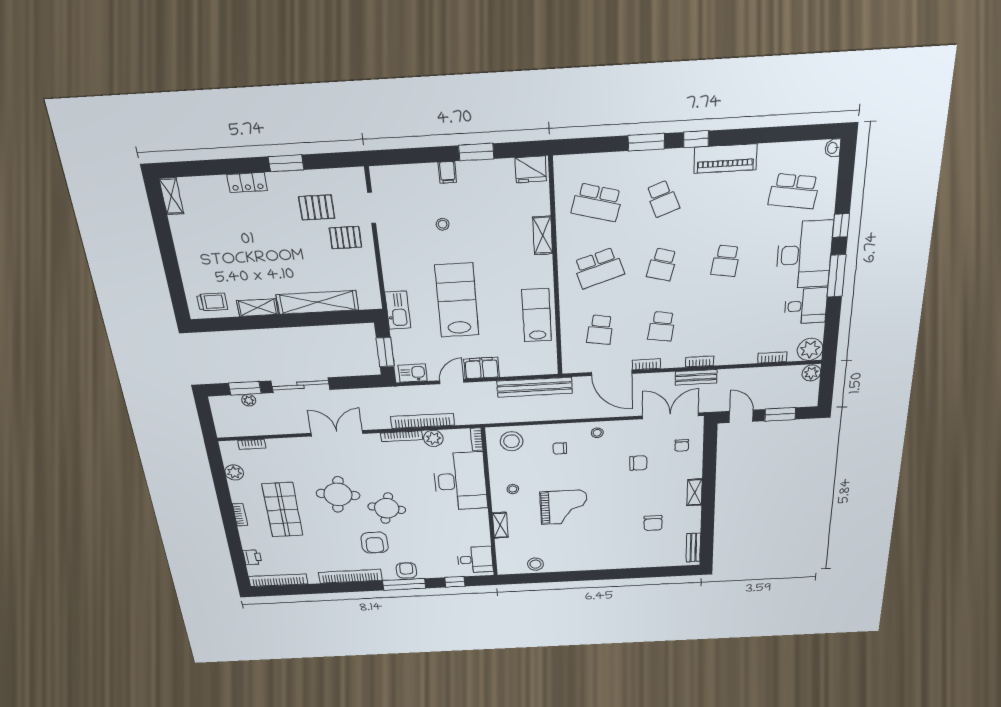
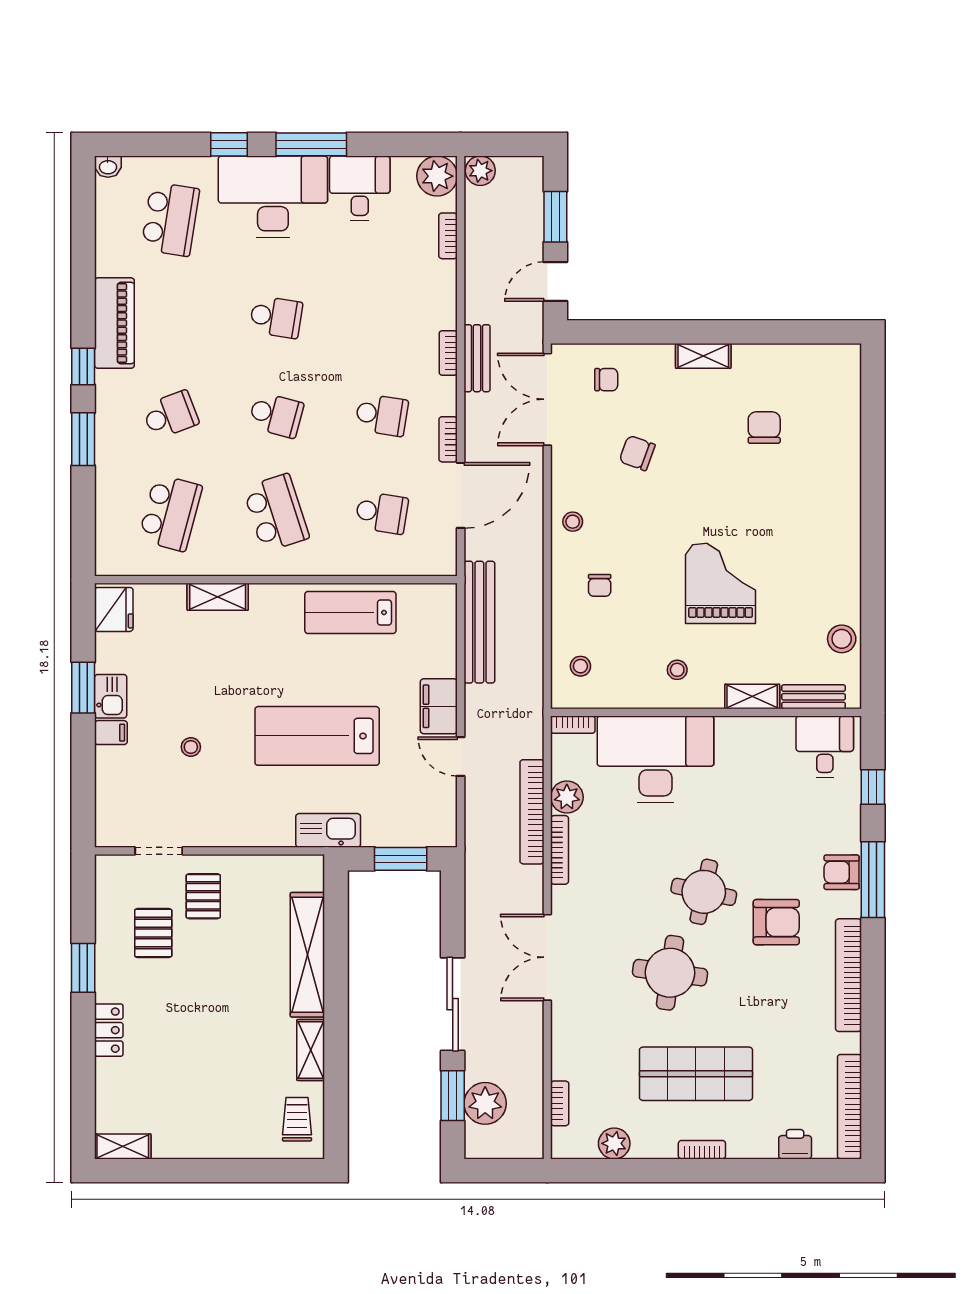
kitchen sink: (413, 373) -> (111, 696), moved, turned 180
plant: (249, 400) -> (485, 1103), width x1.88, depth x1.88
stool: (512, 441) -> (580, 666), width x0.53, depth x0.53
chair: (638, 463) -> (637, 453), turned -70
chair: (653, 523) -> (764, 428), turned -90
bench: (693, 548) -> (814, 697), moved

